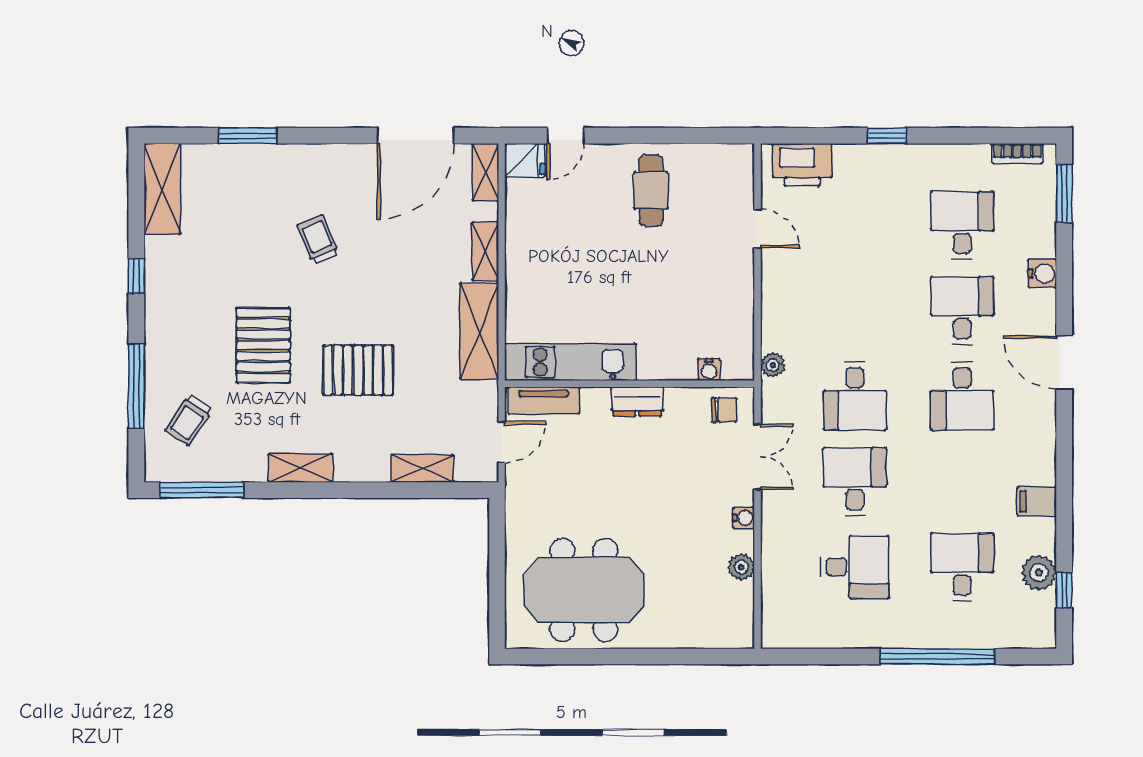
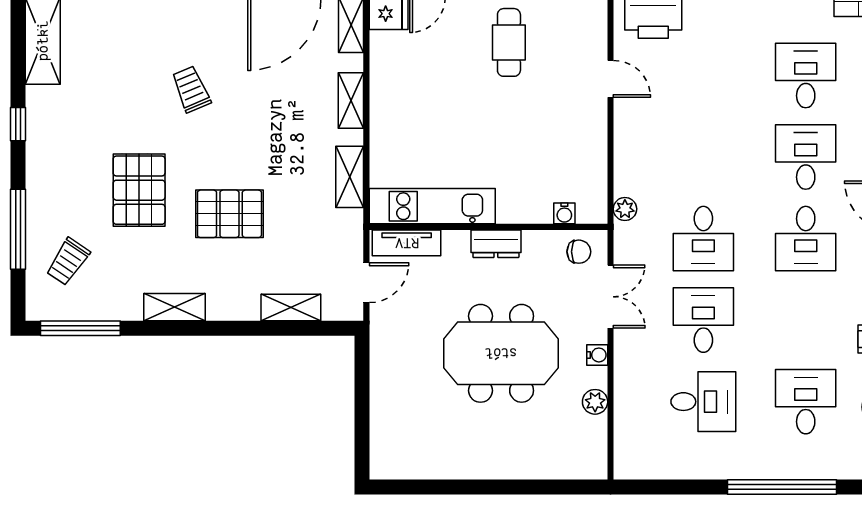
shelving: (479, 331) -> (350, 177), width x0.67, depth x0.75
meeting table: (584, 590) -> (501, 353), moved

